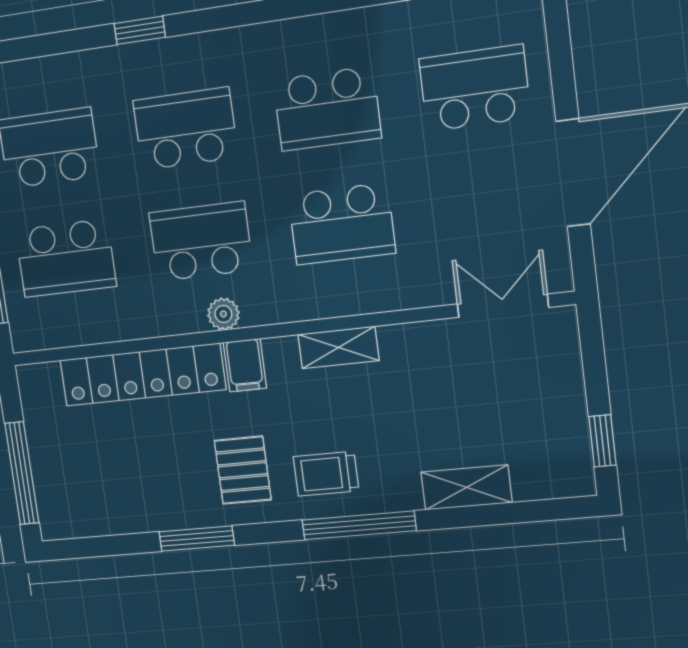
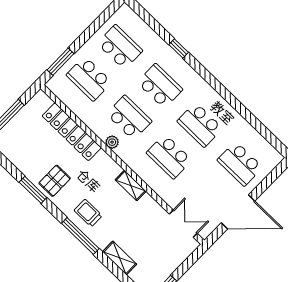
school desk: (475, 88) -> (240, 164), turned 180
filing cabinet: (245, 365) -> (101, 161), removed
pallet: (243, 470) -> (55, 181), moved

